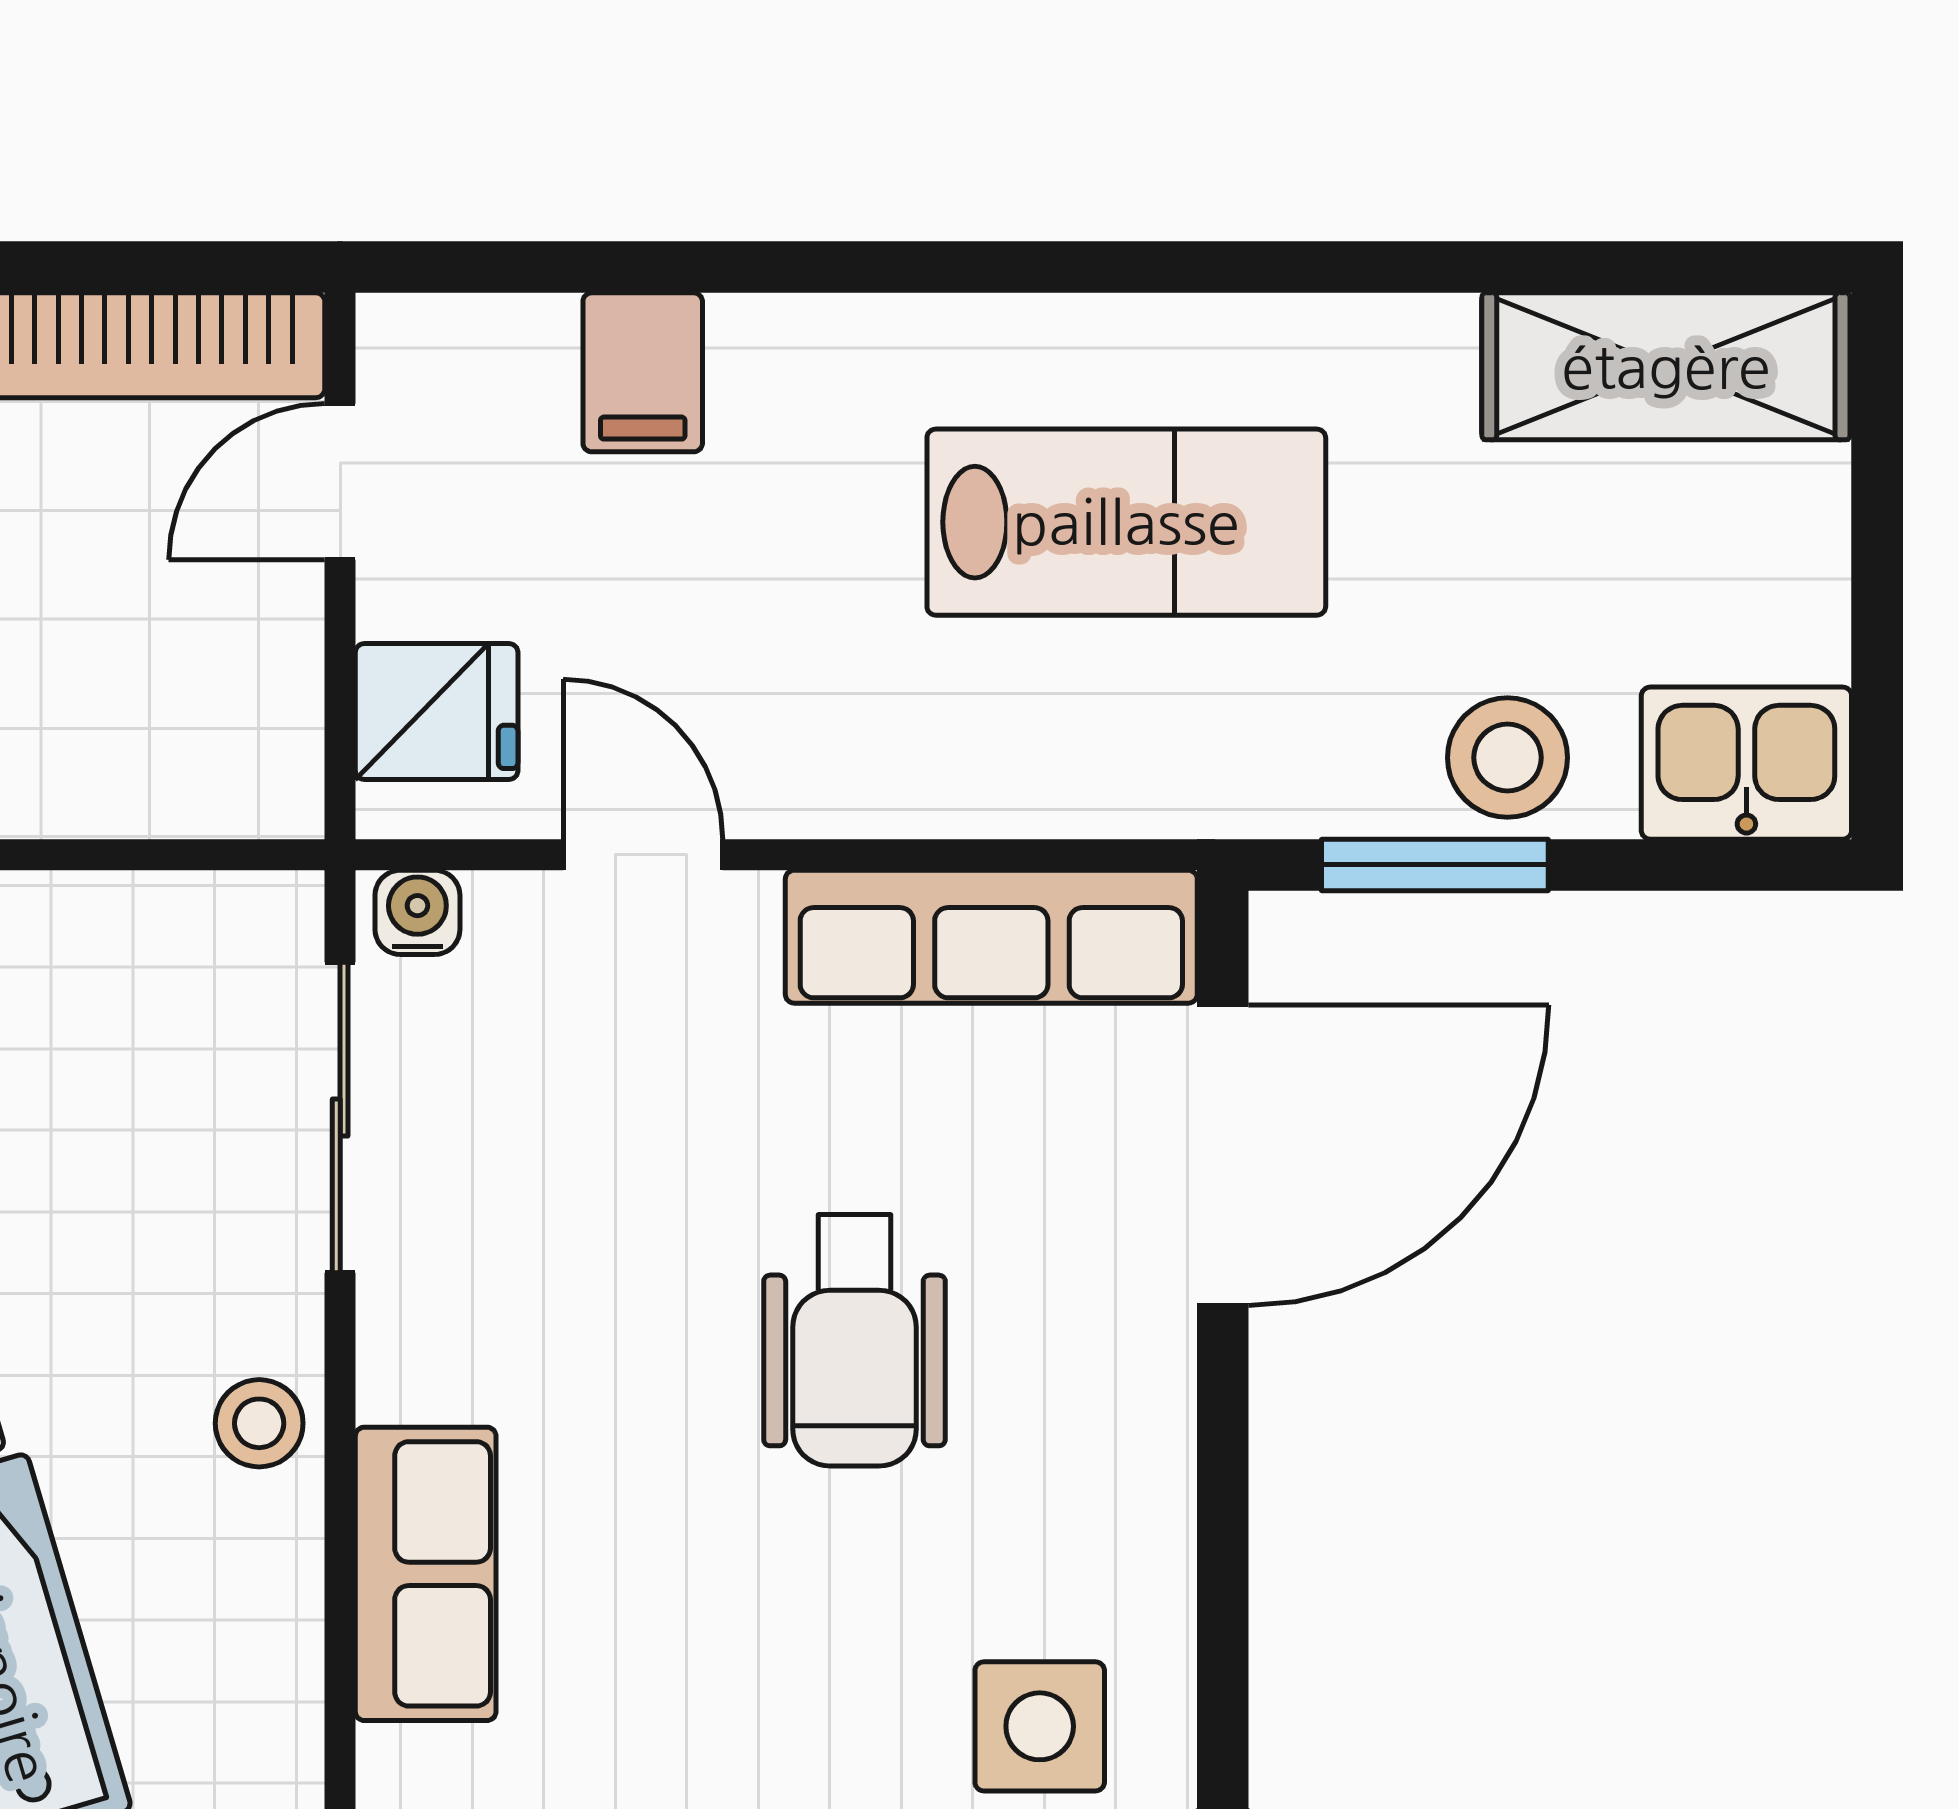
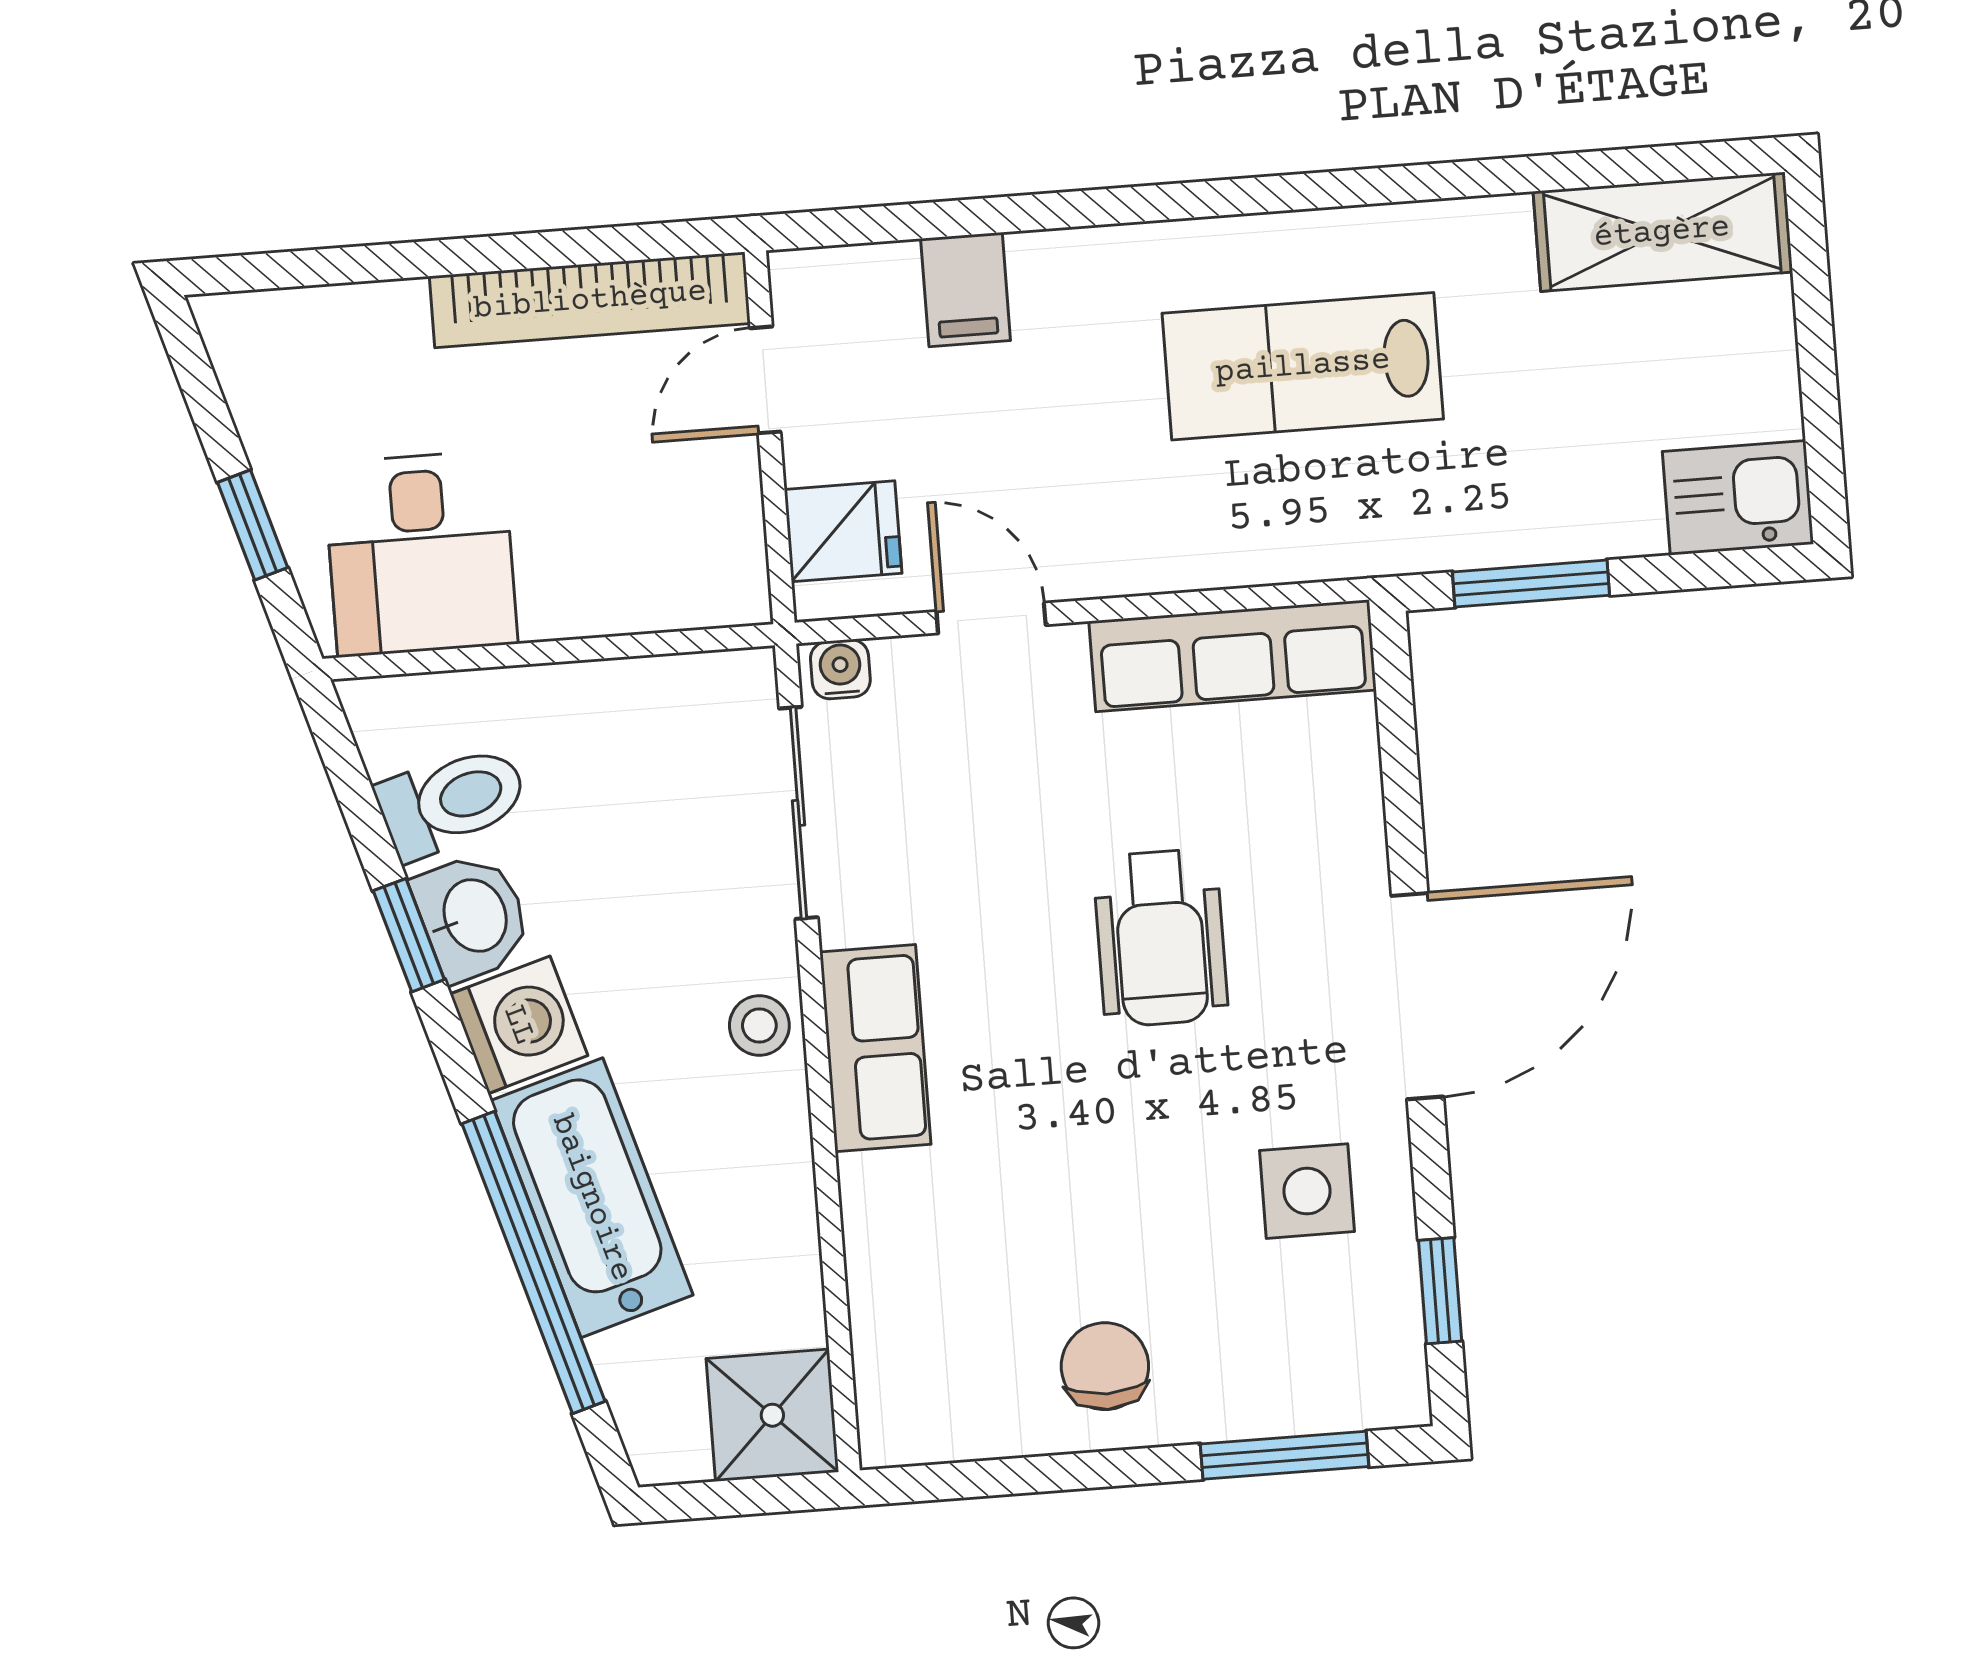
lab bench: (1126, 522) -> (1303, 366), turned 180
stool: (1507, 758) -> (1575, 507), removed
door: (1223, 1155) -> (1417, 996), moved
row of seats: (426, 1574) -> (875, 1048), moved

